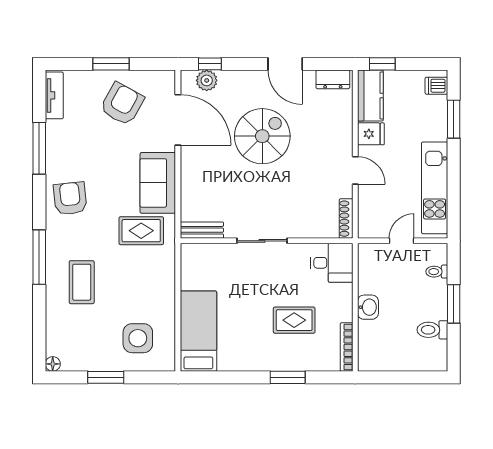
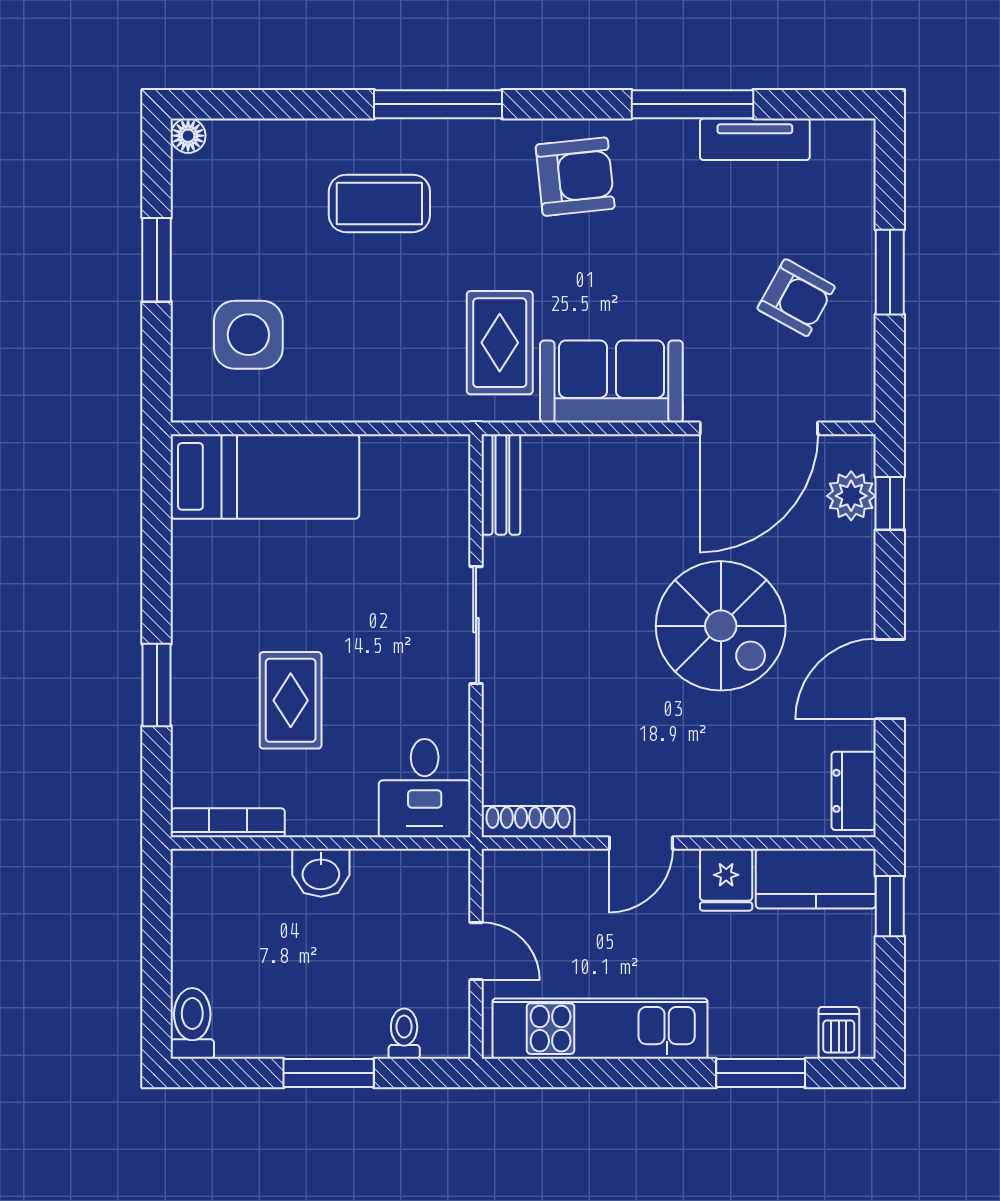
tv unit: (54, 95) -> (755, 139), moved
armchair: (122, 104) -> (796, 298), width x0.72, depth x0.72
toilet: (432, 330) -> (192, 1023), moved

